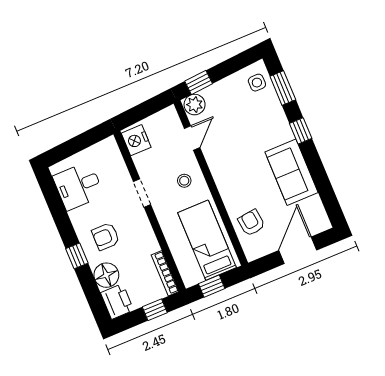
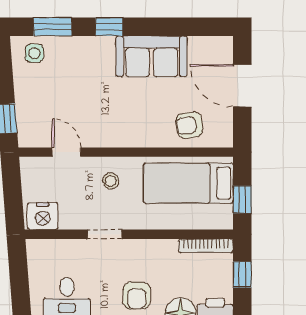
plant: (195, 105) -> (30, 134), removed

